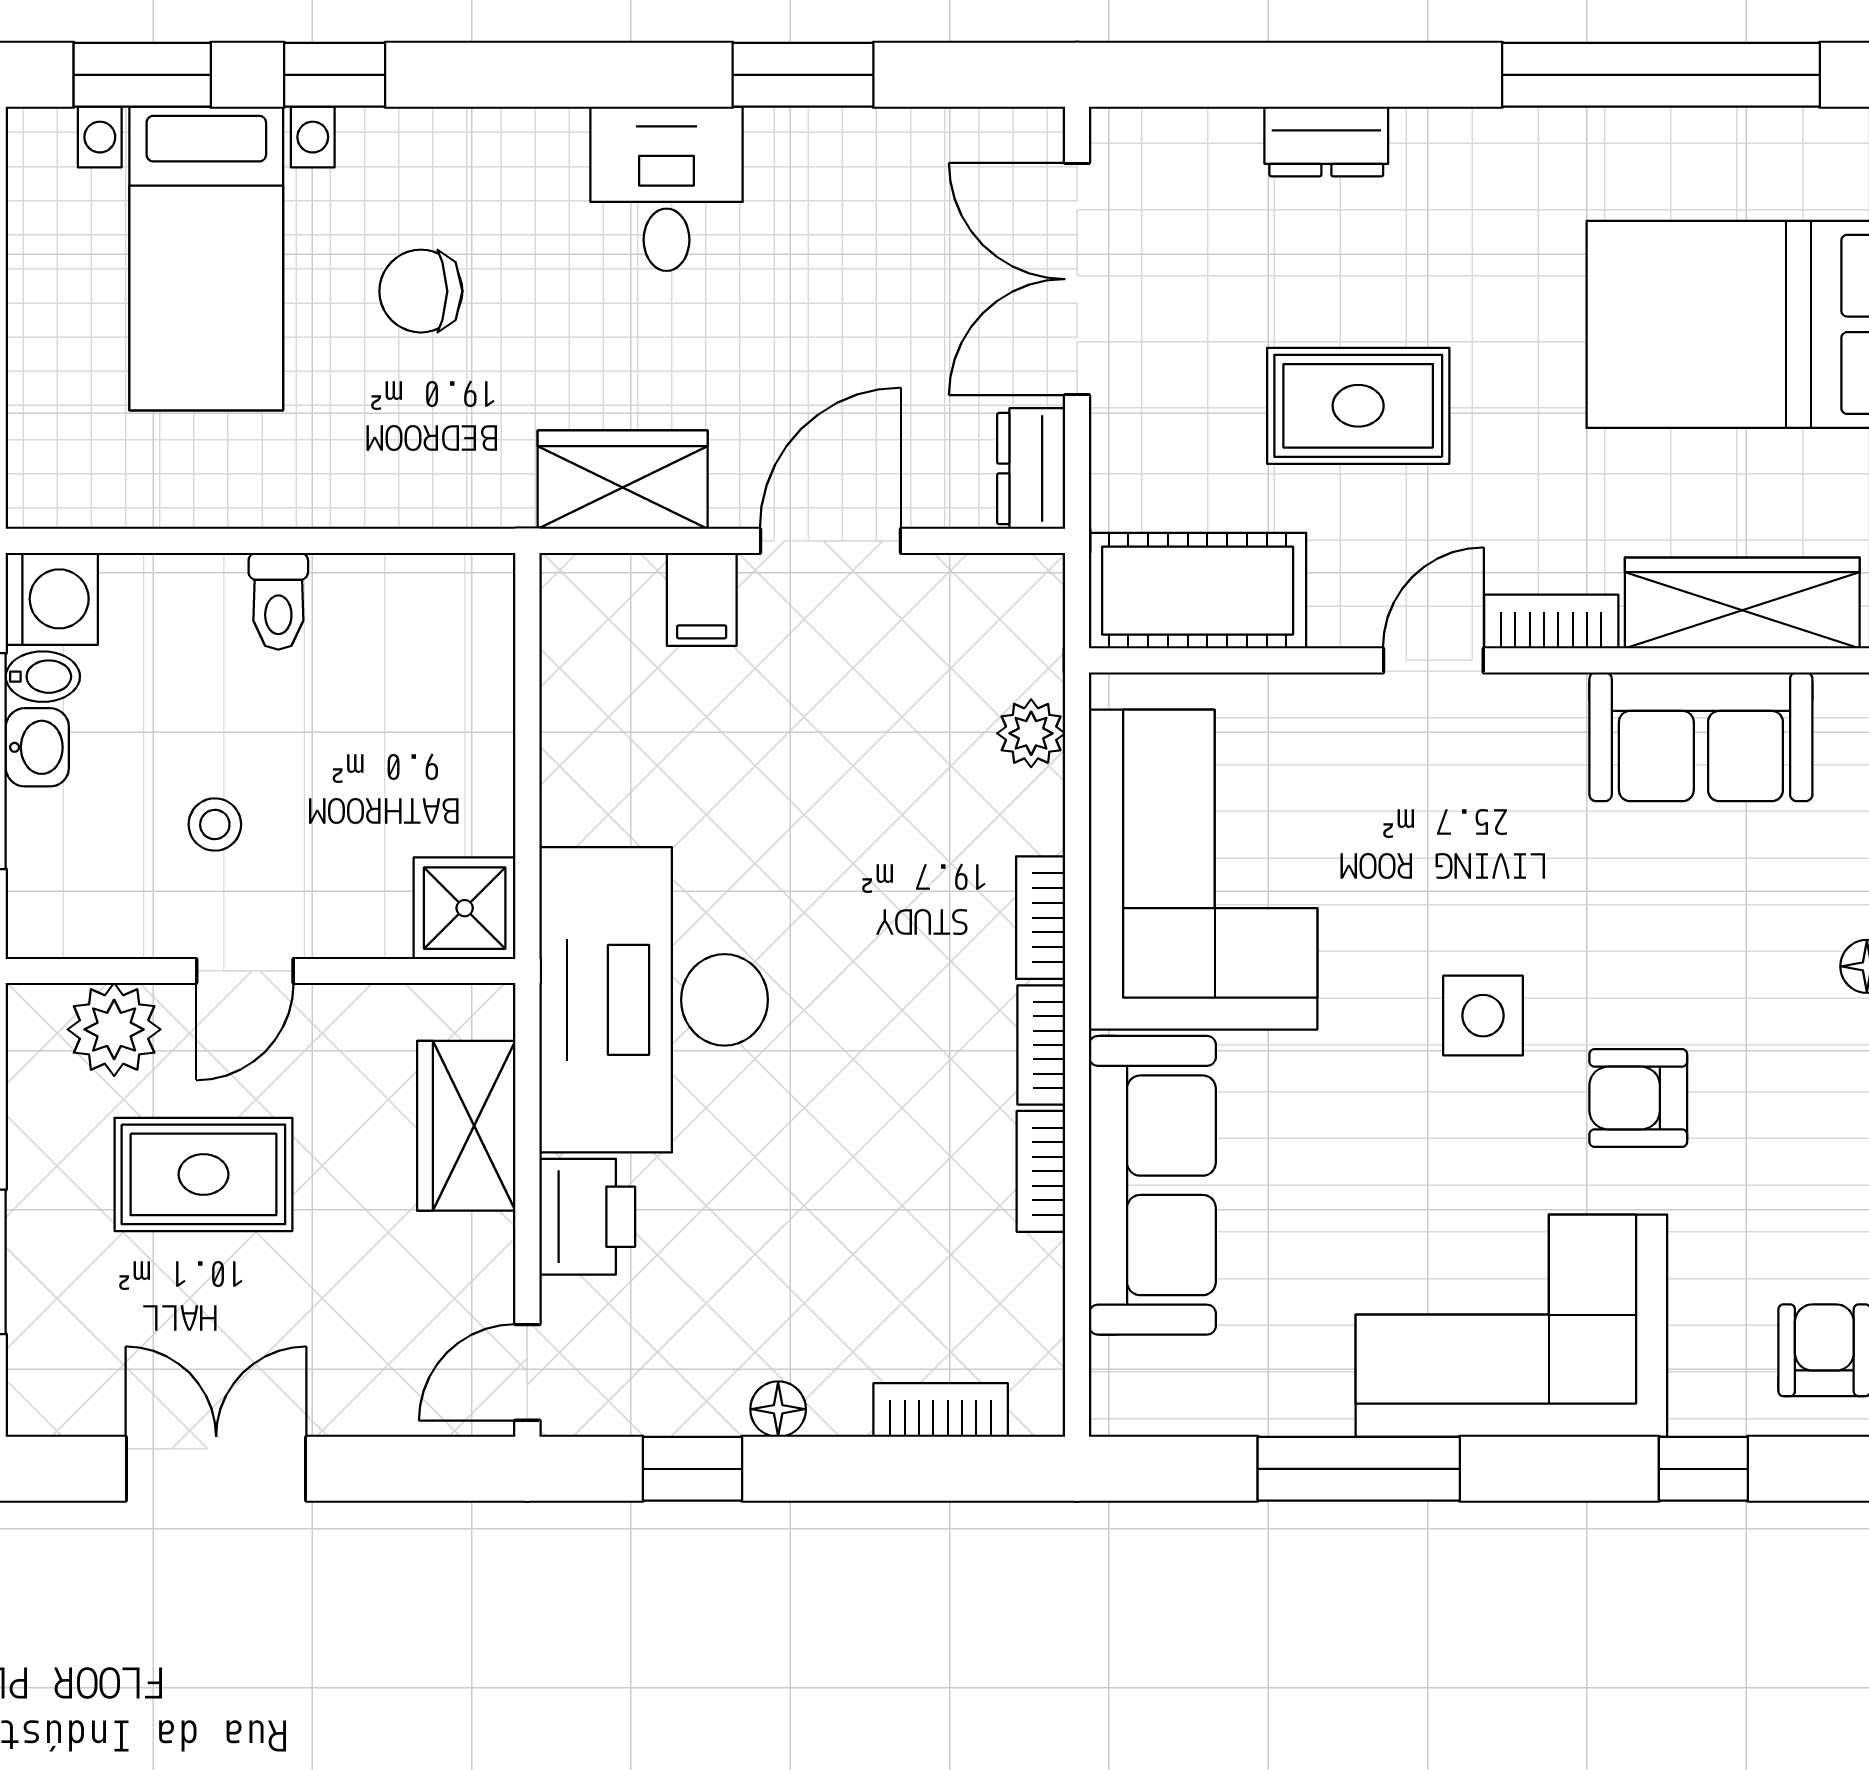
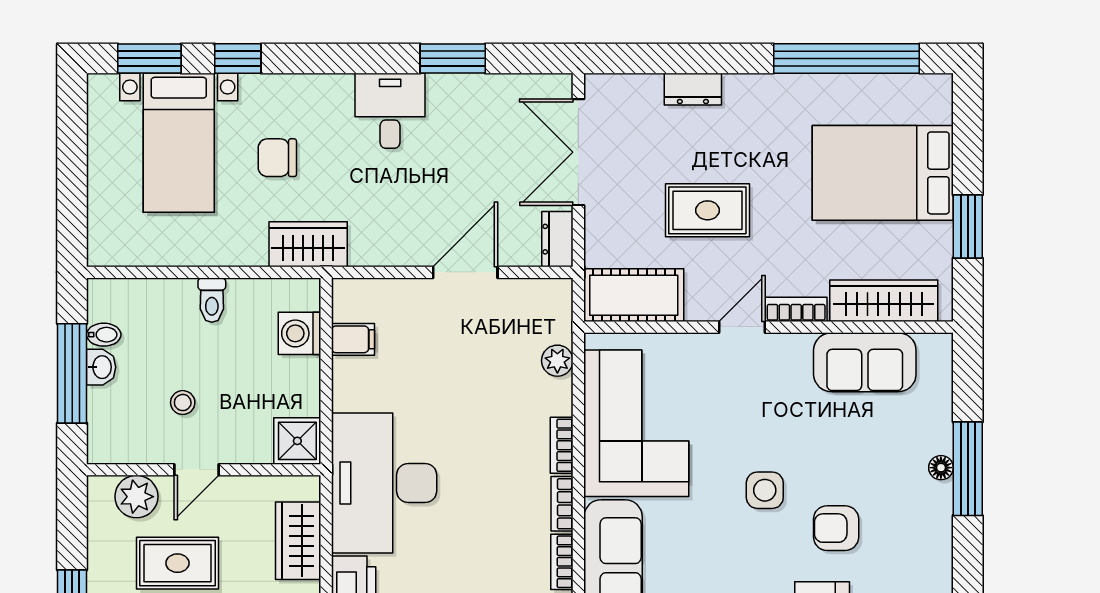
wardrobe: (623, 480) -> (308, 244), moved
washing machine: (52, 599) -> (300, 333), moved, turned 180
filing cabinet: (702, 599) -> (353, 339), moved, turned -90

